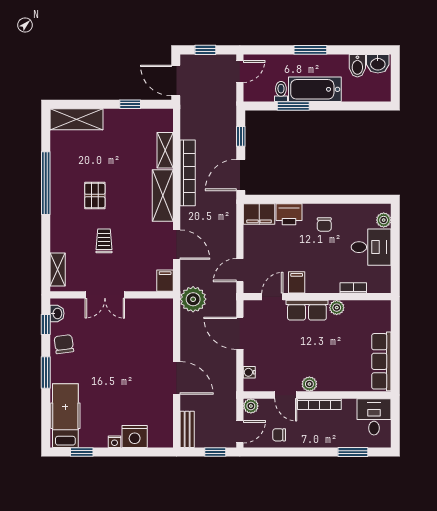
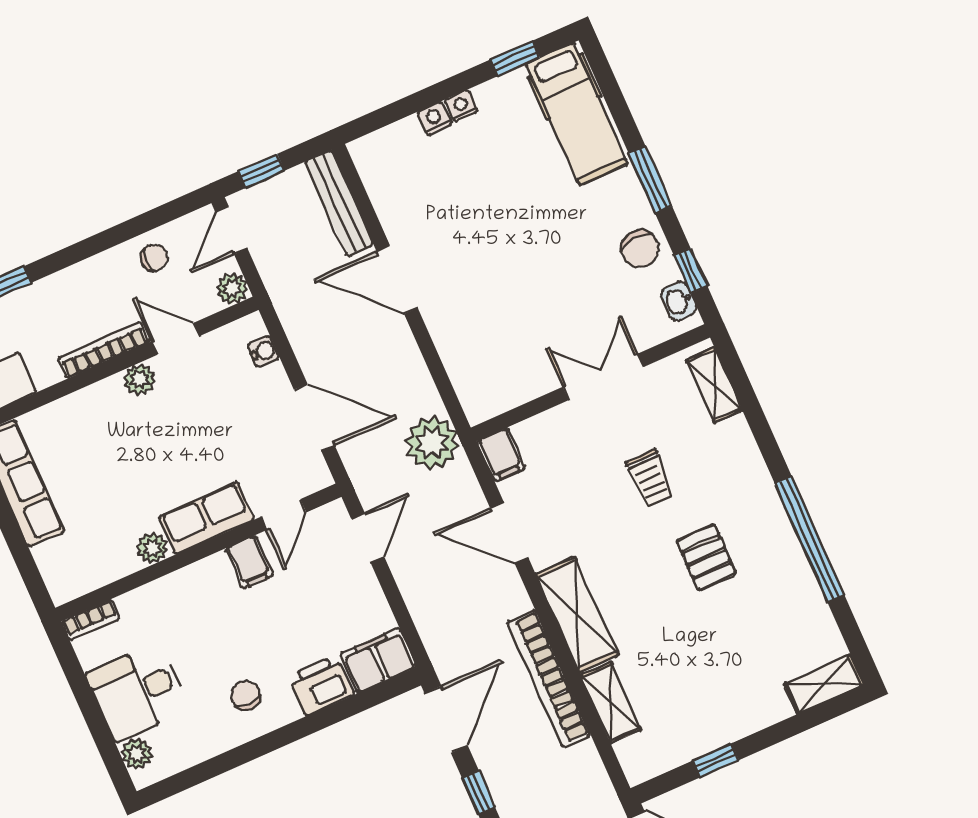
shelving: (77, 119) -> (824, 684), width x0.67, depth x0.75
bookcase: (353, 288) -> (91, 620), moved
bench: (187, 429) -> (339, 203), width x1.36
nightstand: (135, 436) -> (435, 118), width x0.53, depth x0.56

